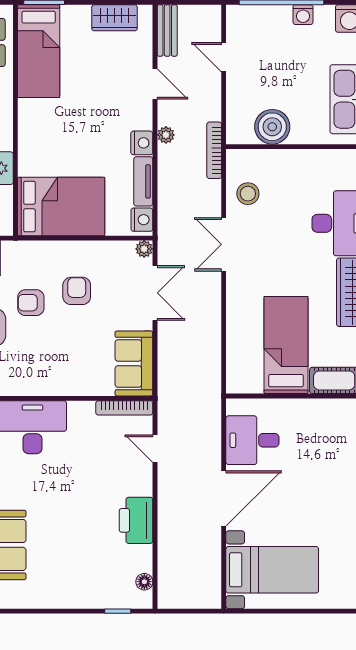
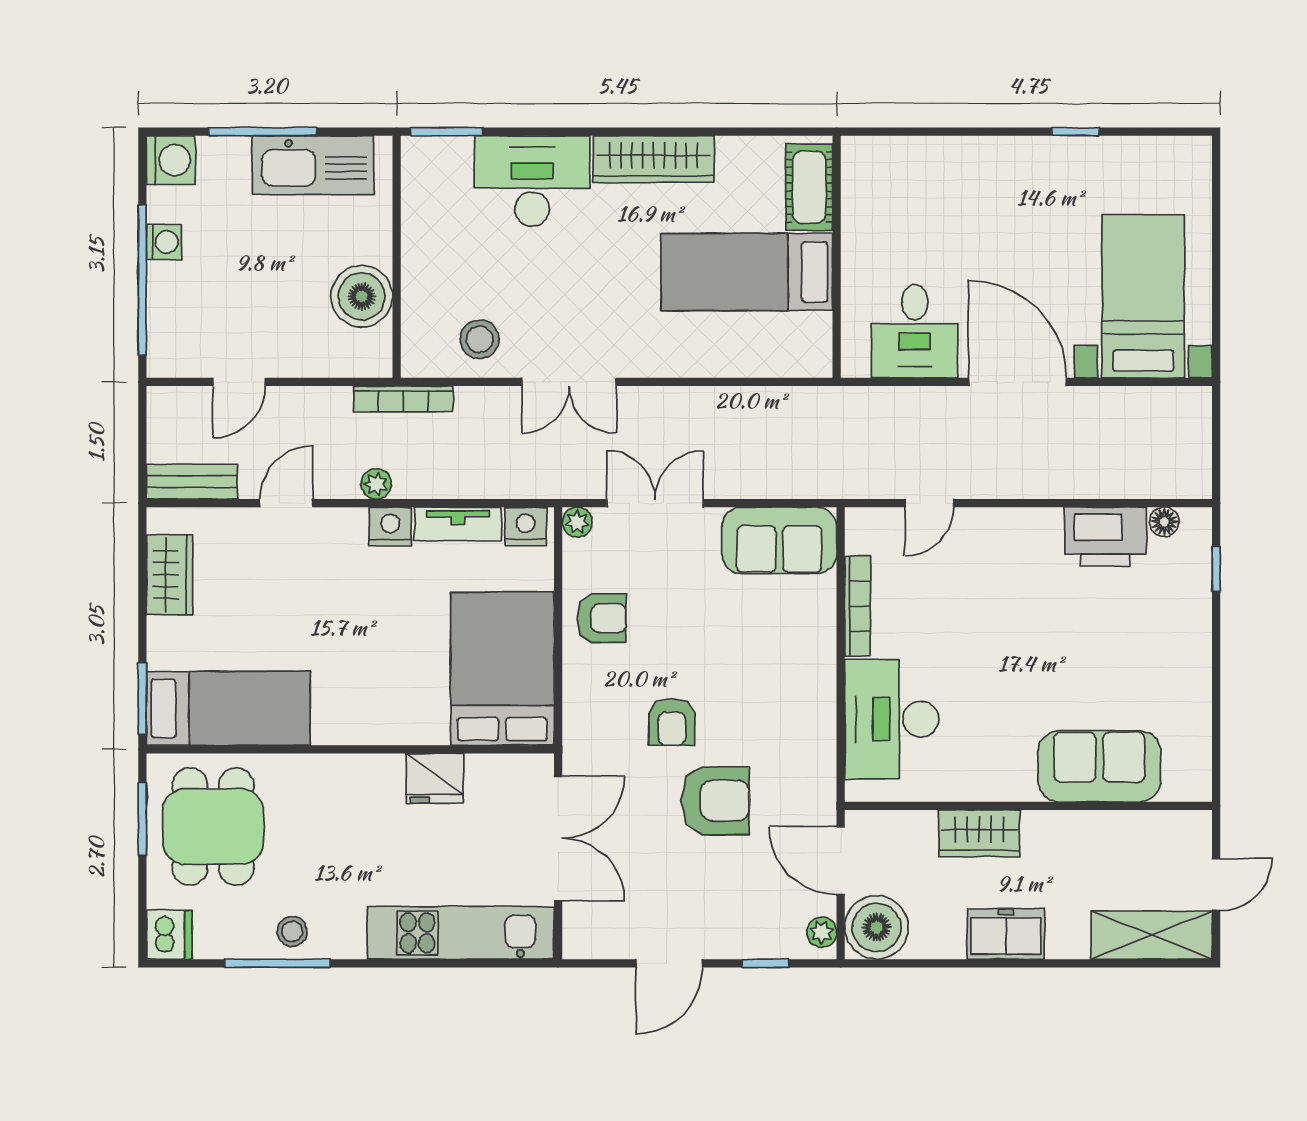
armchair: (77, 291) -> (602, 618), moved, turned 180
bookcase: (124, 408) -> (858, 606), moved
printer: (136, 520) -> (1105, 536), moved

